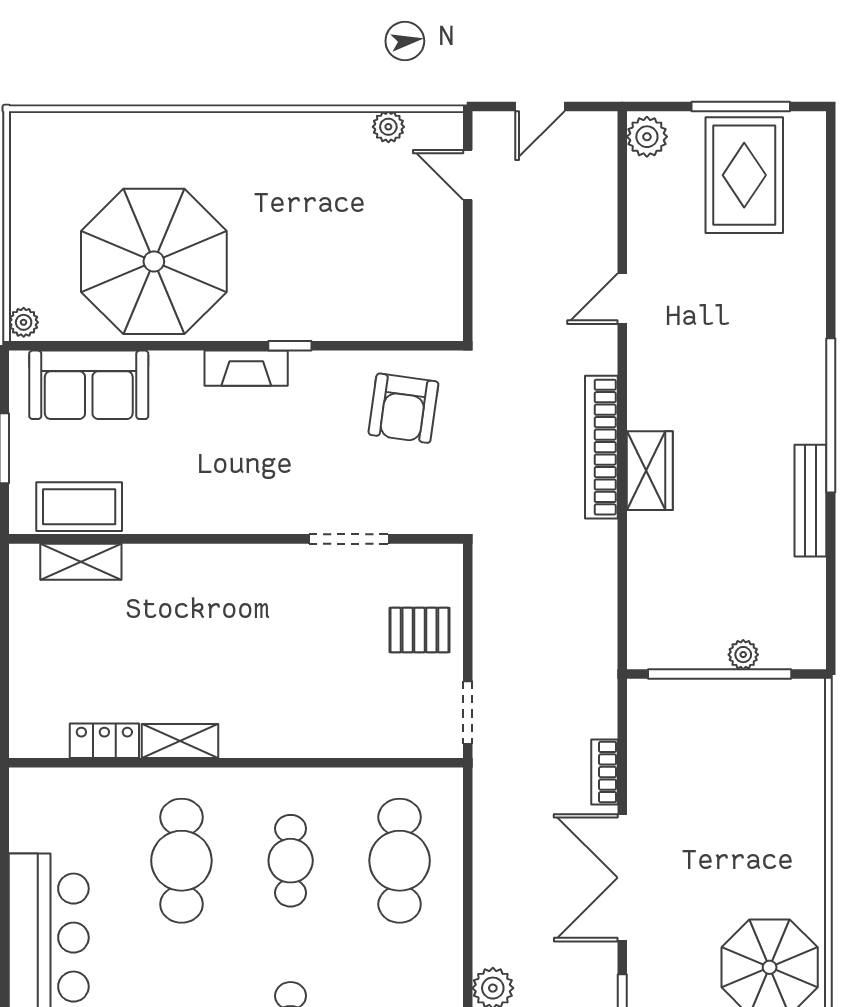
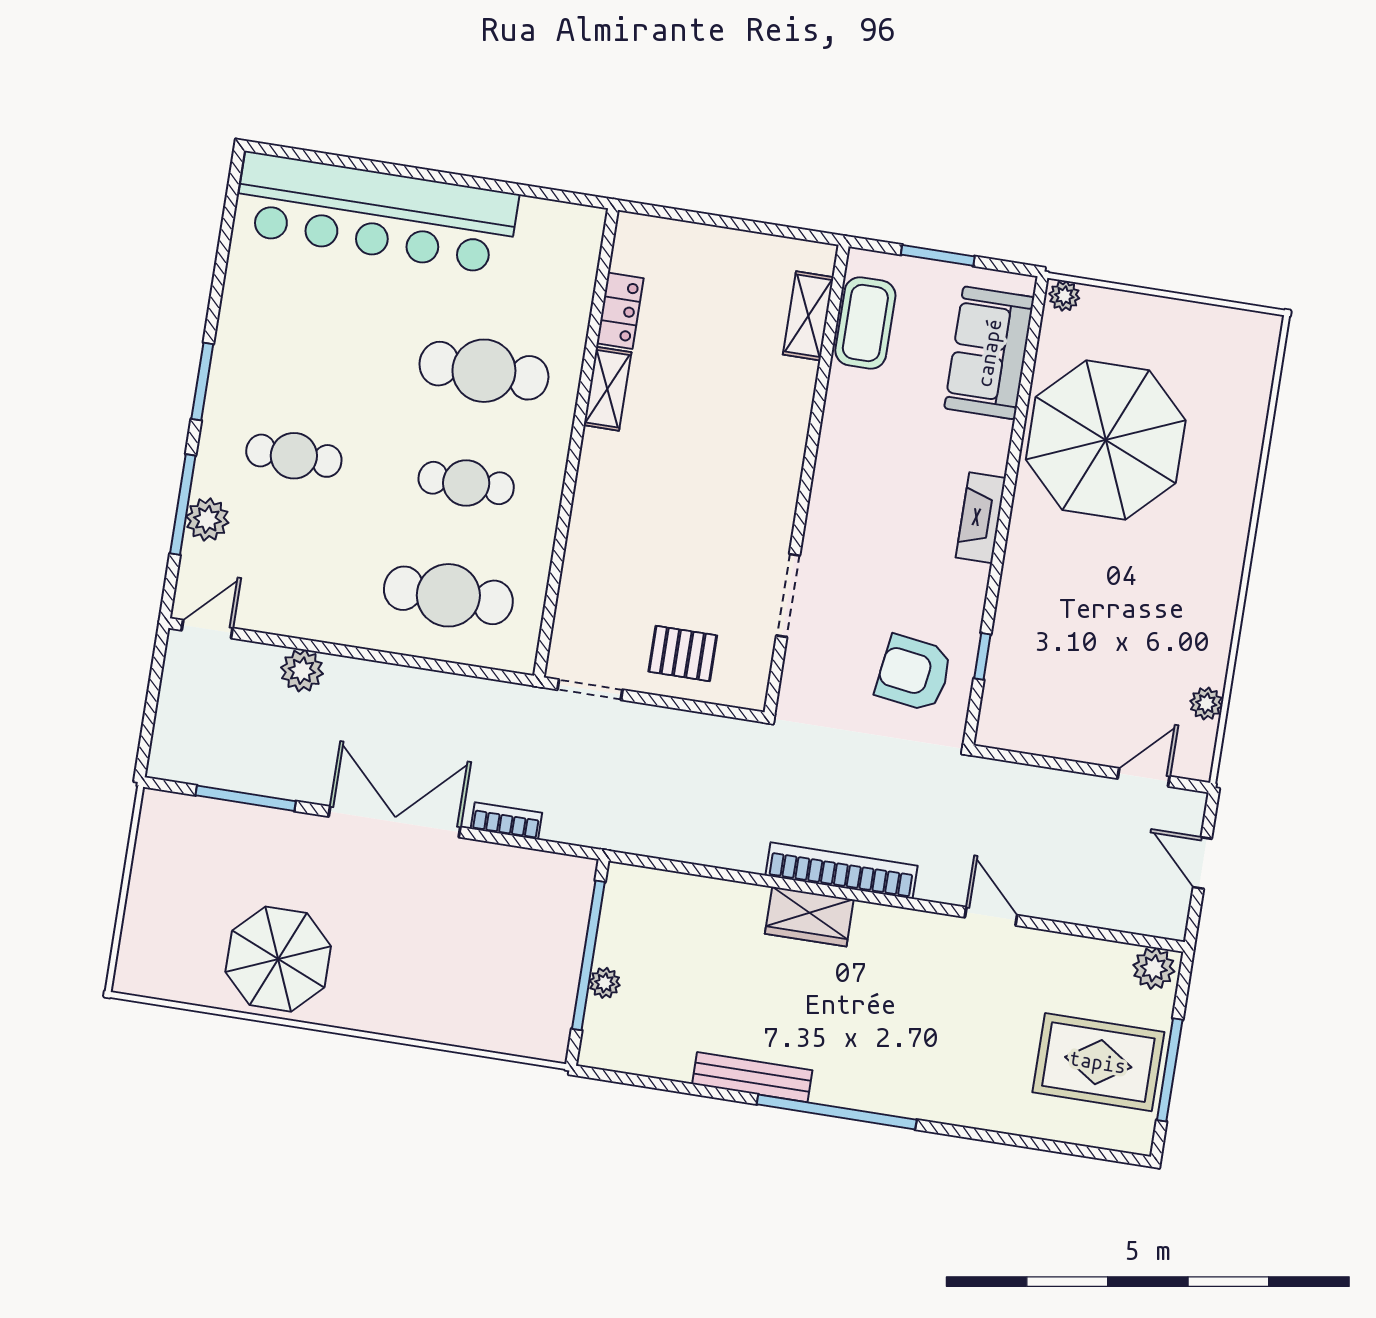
window: (290, 346) -> (982, 656), moved
pallet: (420, 630) -> (683, 653), turned 90

